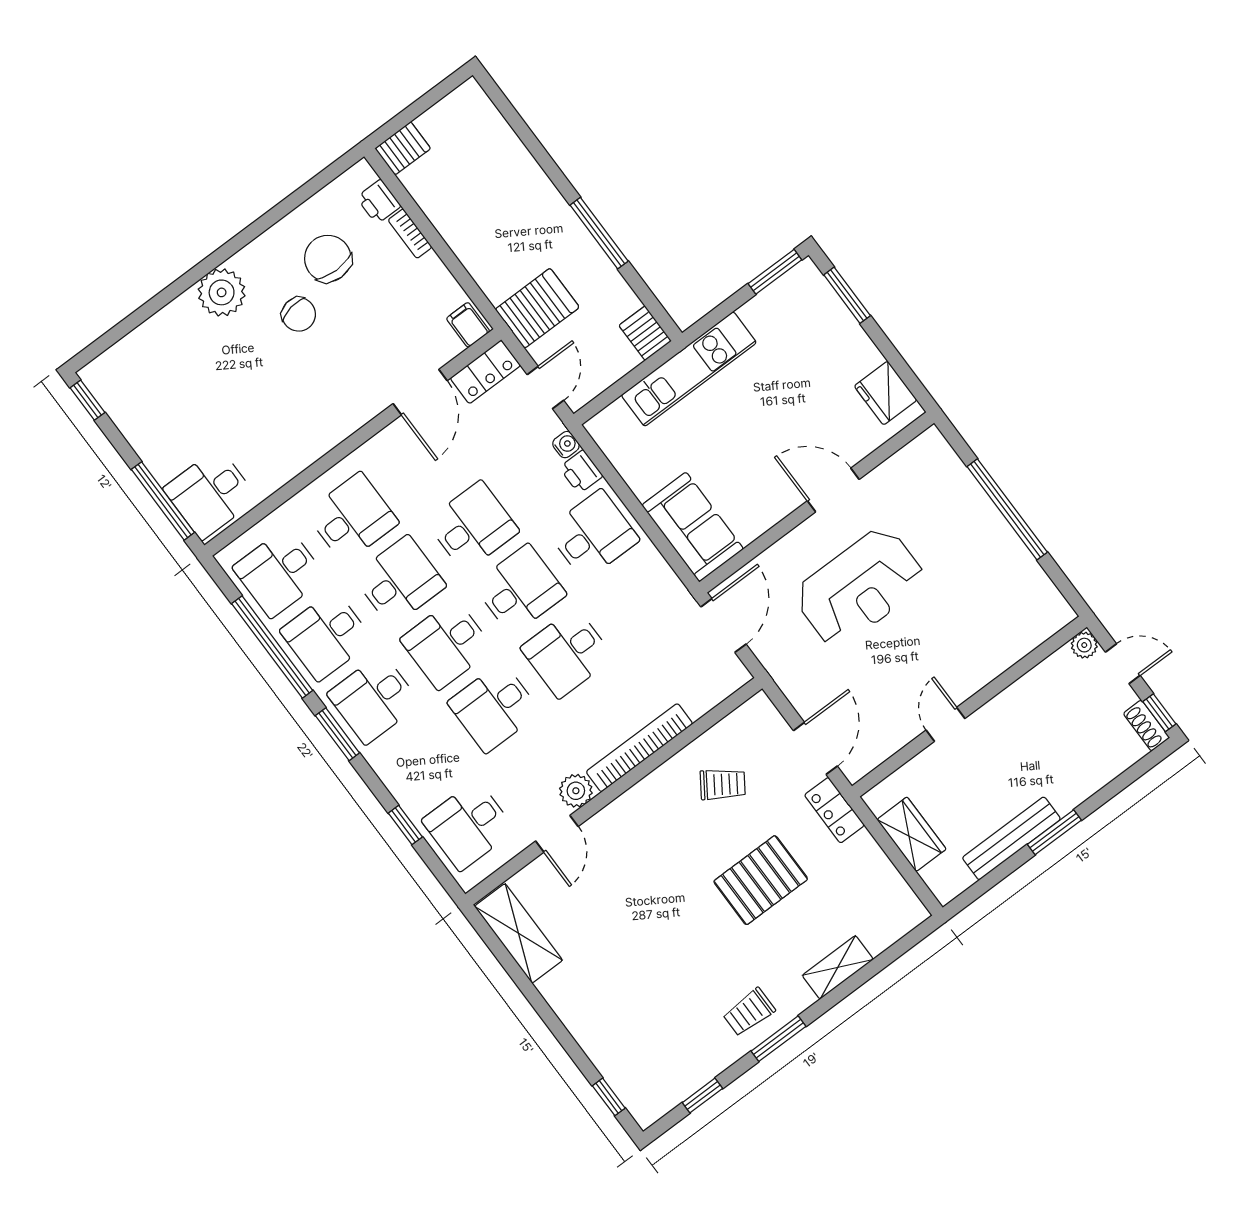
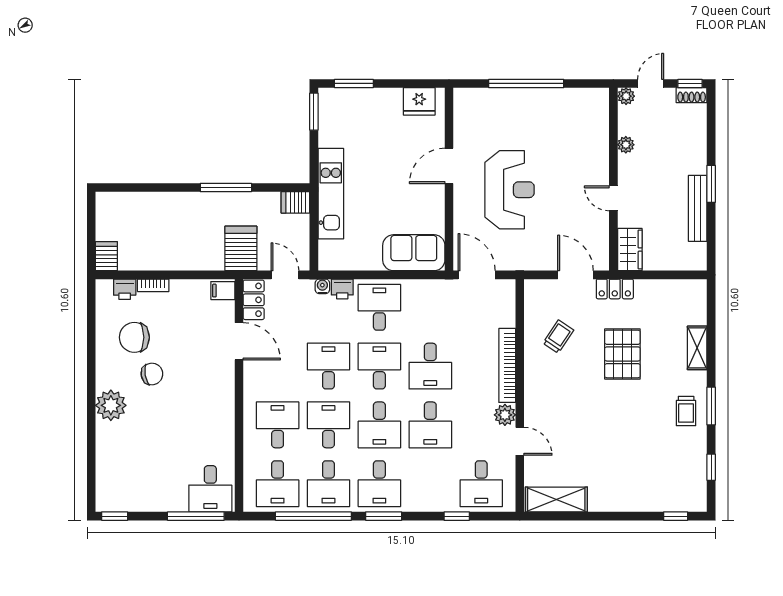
plant: (1024, 690) -> (626, 145), added
wardrobe: (911, 834) -> (630, 250), moved, turned 90

